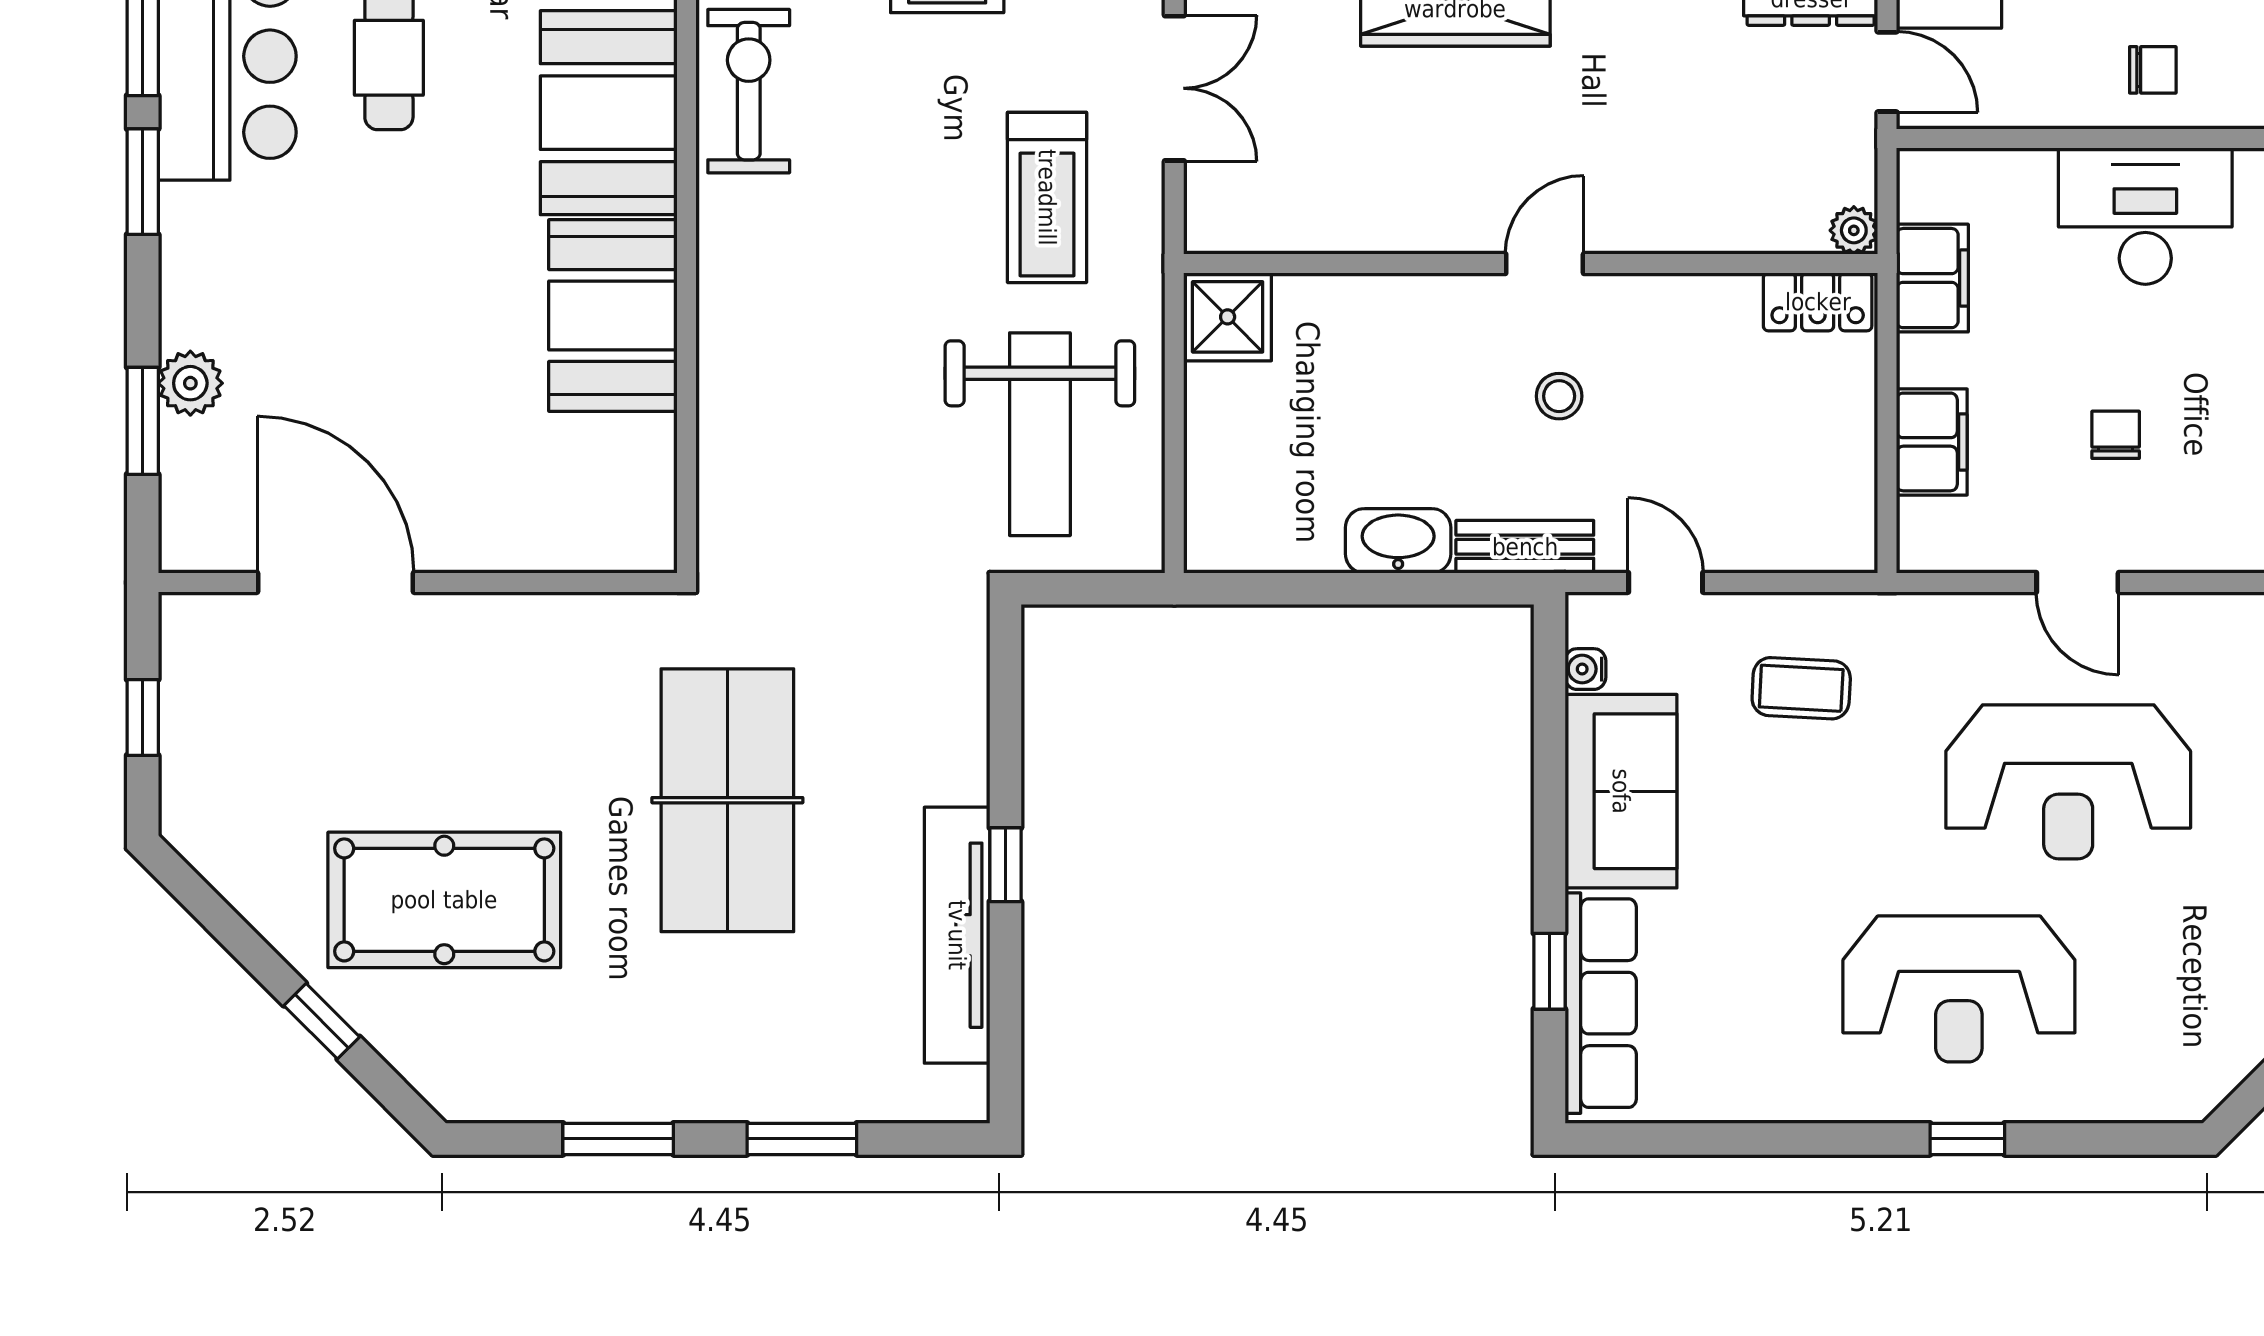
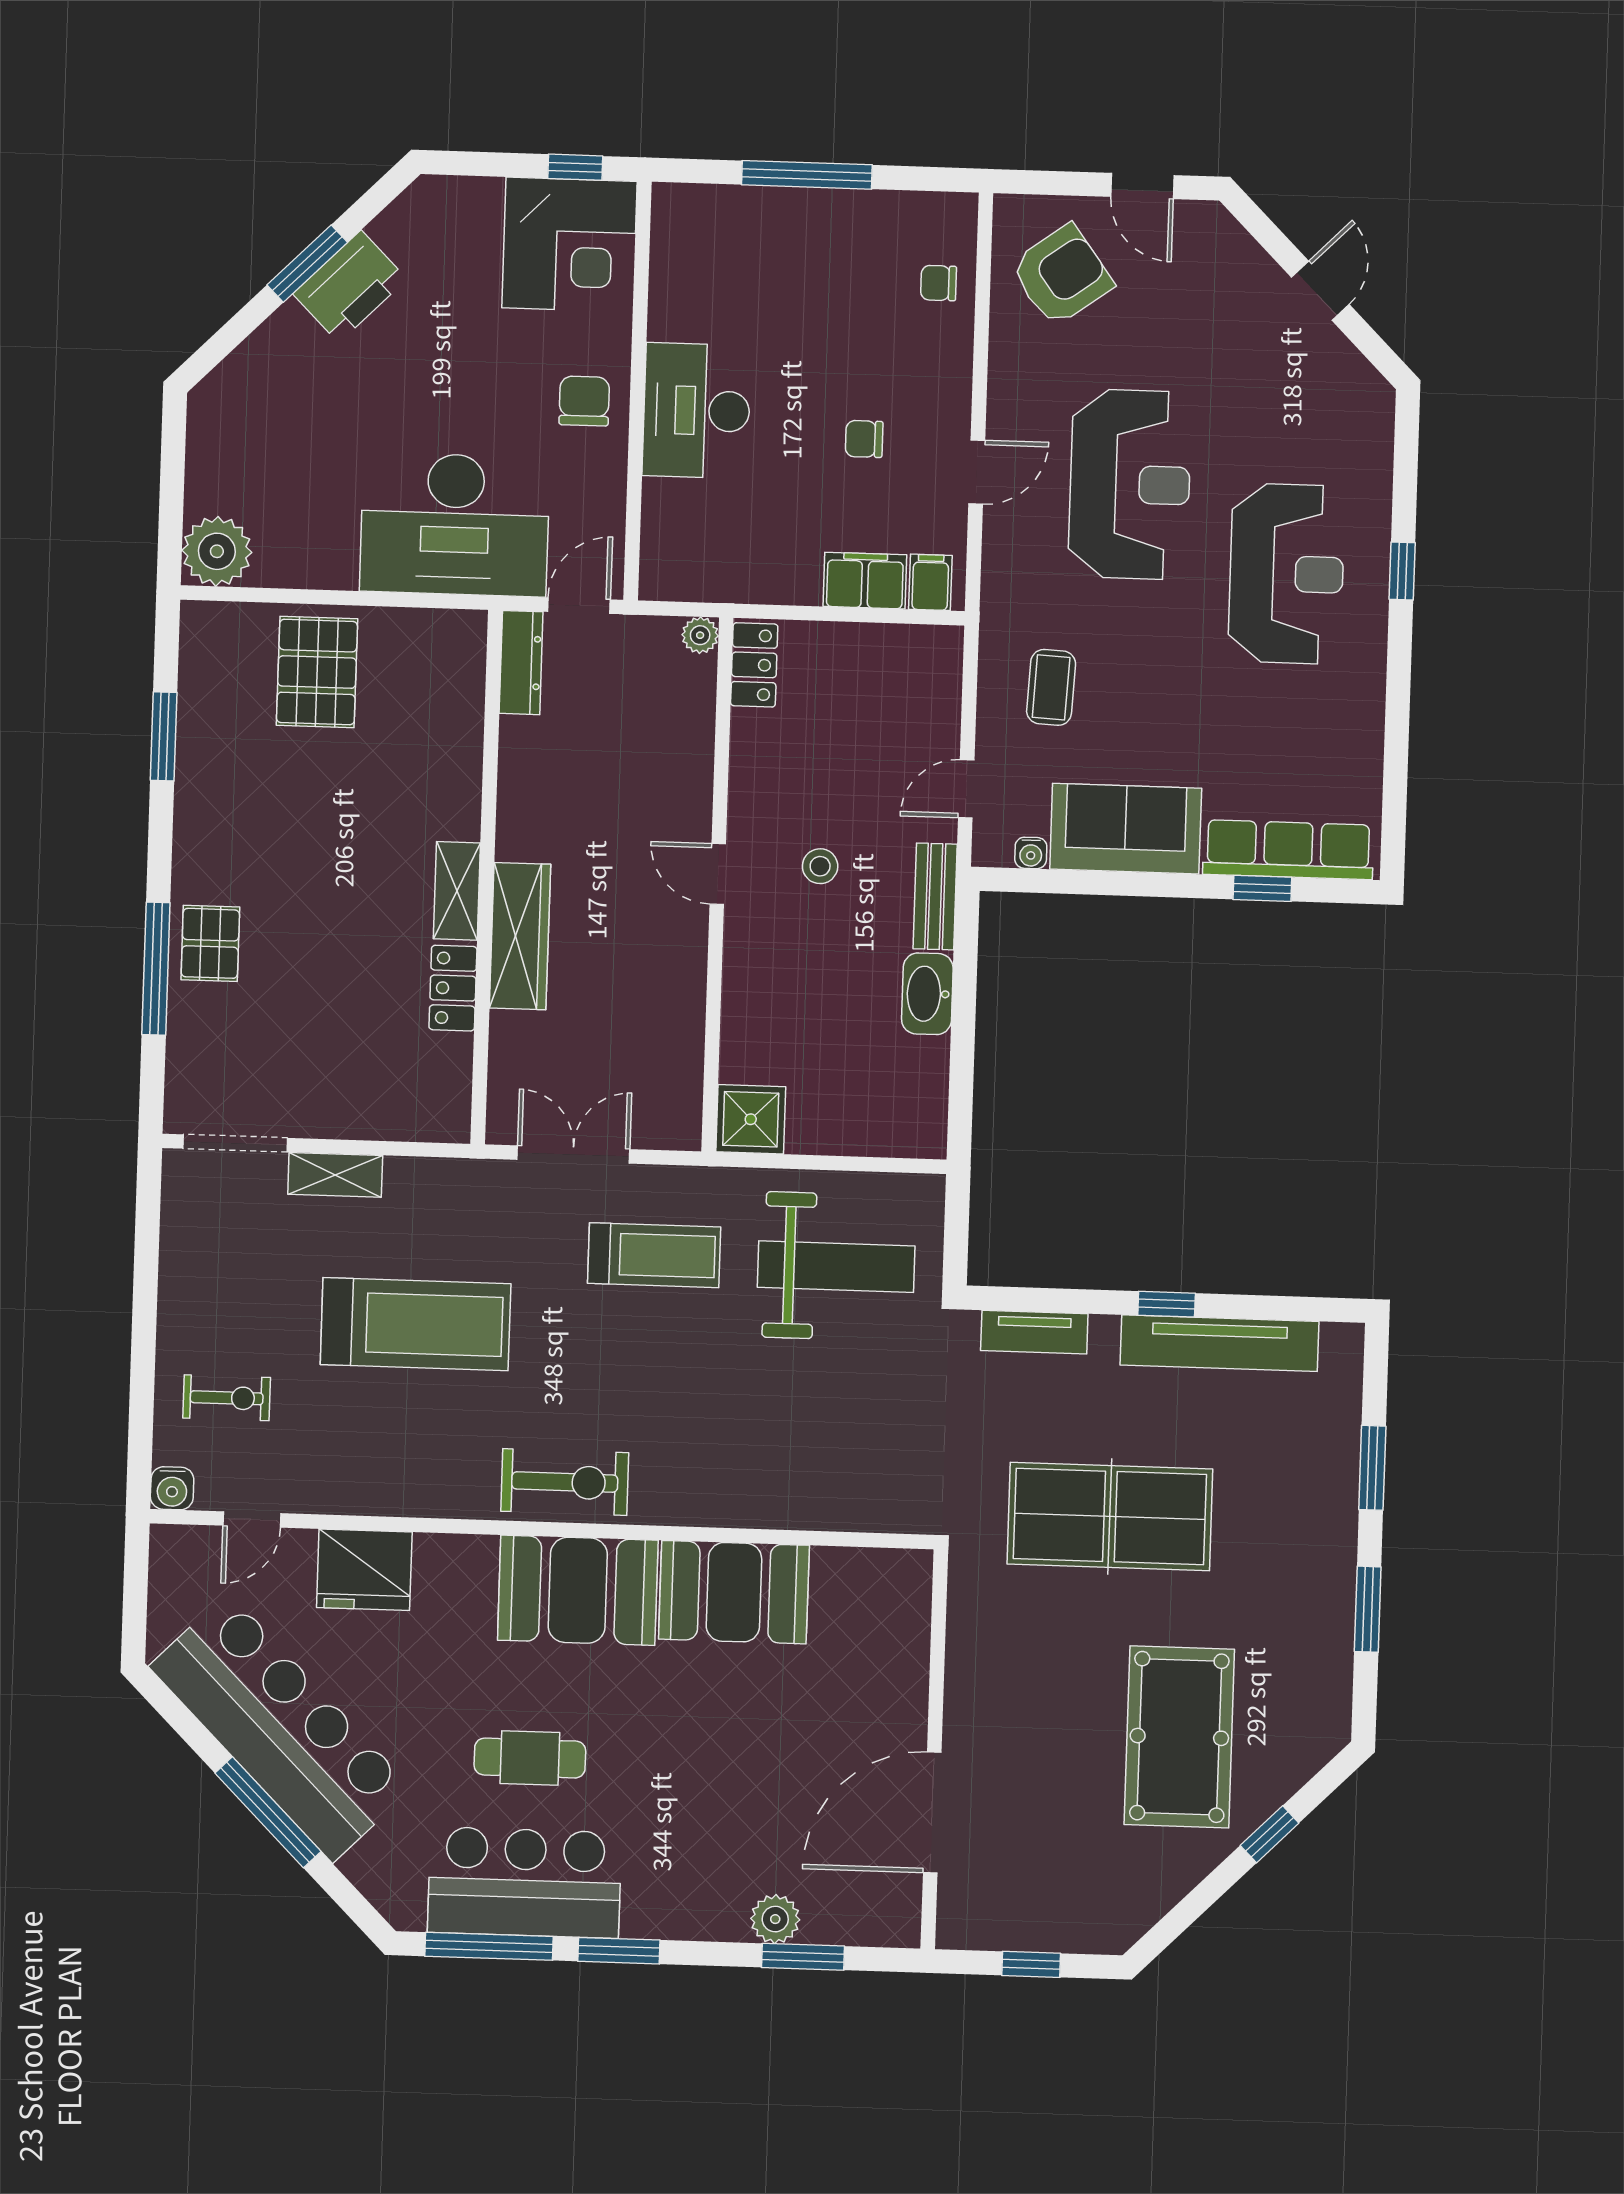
chair: (2153, 70) -> (584, 401), width x1.37, depth x1.37
exercise bike: (749, 91) -> (565, 1482), turned 180
filing cabinet: (1932, 278) -> (930, 582), moved, width x0.50
tv unit: (964, 694) -> (1034, 1332), added

